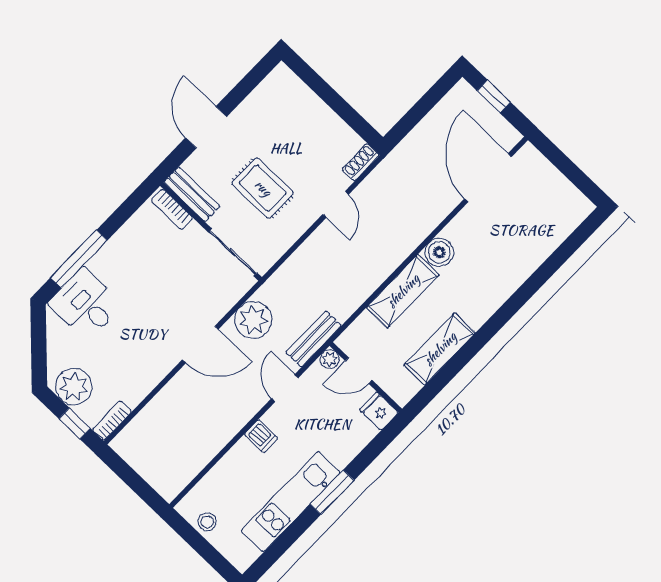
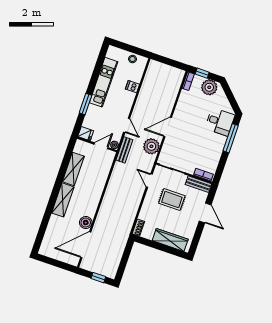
wardrobe: (306, 105) -> (170, 240), added
door: (488, 178) -> (86, 245), swing flipped
door: (336, 204) -> (149, 181), moved
boiler: (439, 252) -> (86, 223), moved
shelving: (403, 291) -> (63, 200), moved
dishwasher: (261, 436) -> (132, 87), moved
window: (332, 492) -> (85, 104), moved

